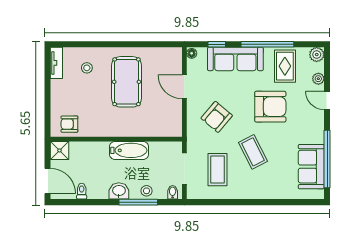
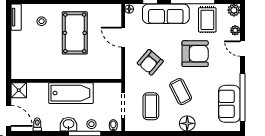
armchair: (69, 124) -> (27, 68), removed
bathtub: (129, 150) -> (71, 93), width x1.36, depth x1.36
floor lamp: (261, 190) -> (187, 123), added

